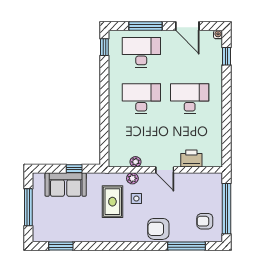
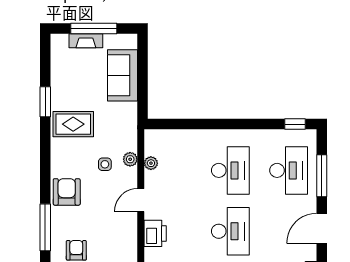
window: (74, 169) -> (142, 86), removed
rug: (112, 202) -> (73, 124), moved
fireplace: (38, 214) -> (86, 41), added
window: (61, 246) -> (45, 102), moved

